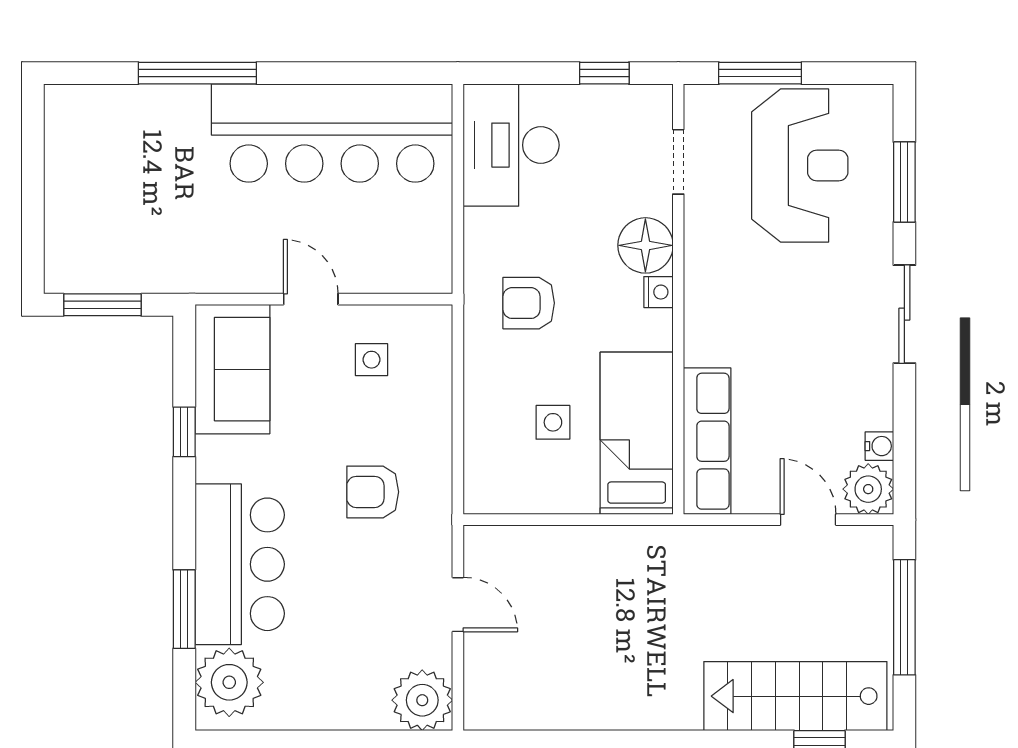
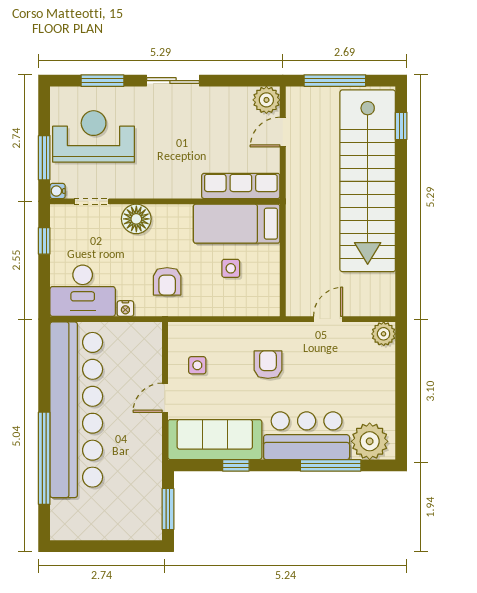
window: (197, 73) -> (44, 458), width x1.46
bar counter: (332, 133) -> (76, 410), width x1.36
nightstand: (658, 292) -> (125, 309), moved, turned 180
sofa: (232, 369) -> (215, 440), width x1.36
water cooler: (879, 446) -> (58, 191), moved, turned -90
armchair: (373, 492) -> (268, 365), turned 180
window: (184, 609) -> (331, 465), width x1.44
stairs: (795, 696) -> (368, 181), width x1.86, depth x1.51
plant: (422, 700) -> (384, 334), width x0.73, depth x0.73

